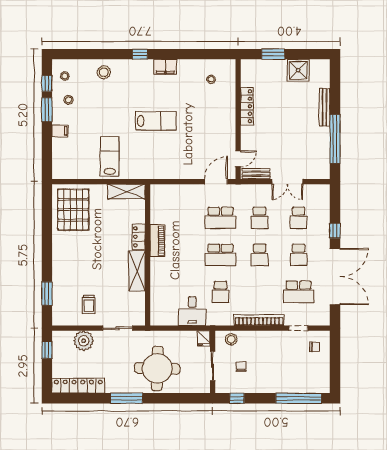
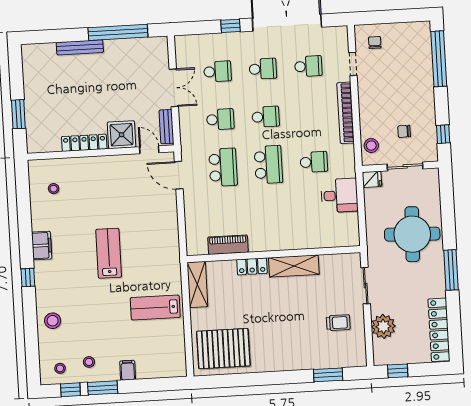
shower: (298, 70) -> (122, 135), moved
piano: (157, 241) -> (228, 245), moved
school desk: (299, 292) -> (308, 66), width x0.54

